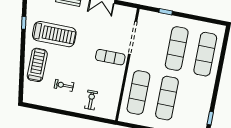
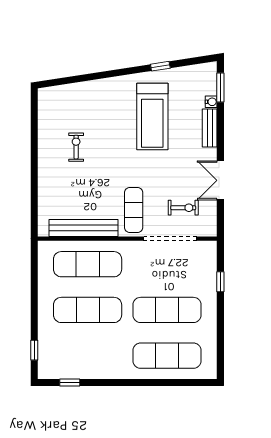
treadmill: (37, 65) -> (100, 100), removed
bench: (115, 91) -> (83, 228), added
exercise bike: (91, 100) -> (183, 208), moved

